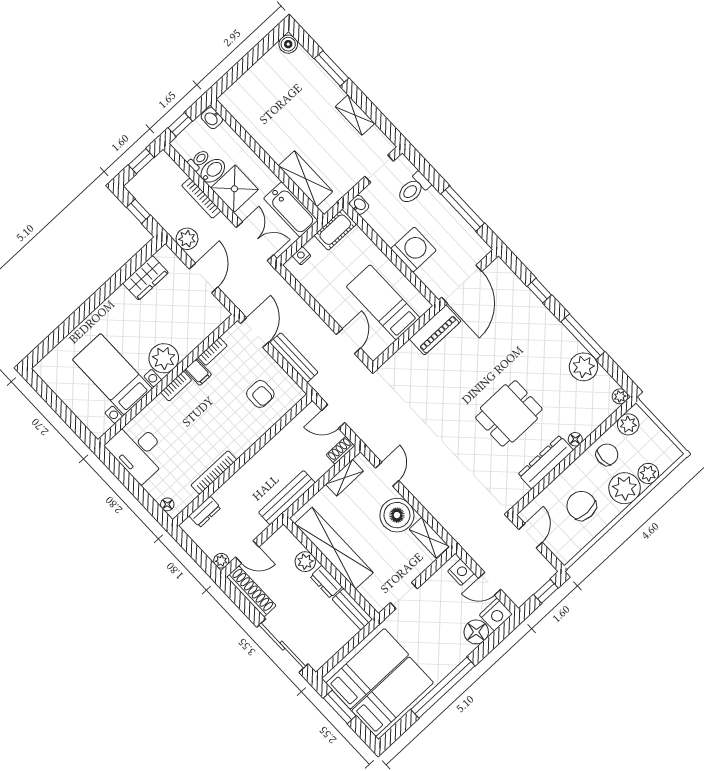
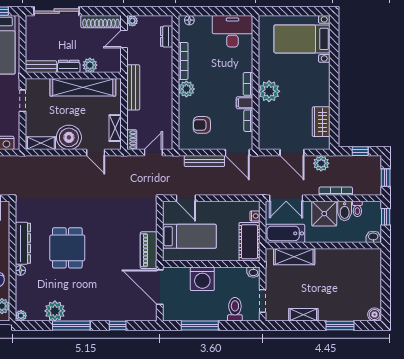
cot: (335, 230) -> (249, 242), width x1.37, depth x1.34
bed with nightstands: (112, 374) -> (302, 39), moved, turned 180
plant: (239, 443) -> (186, 89), added

